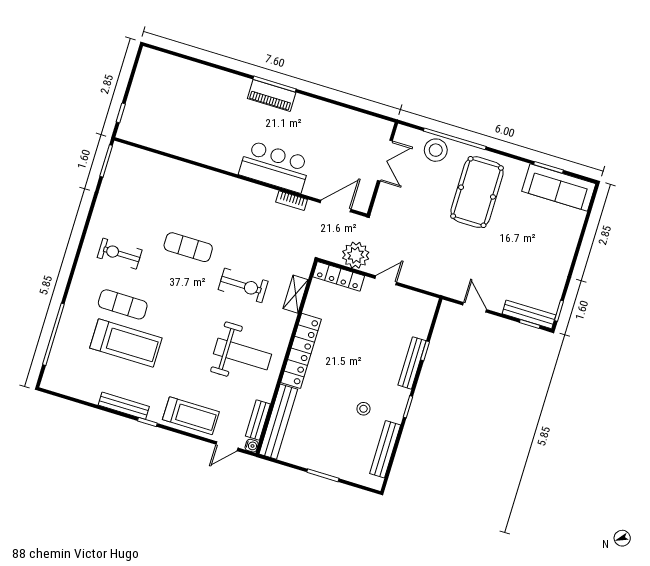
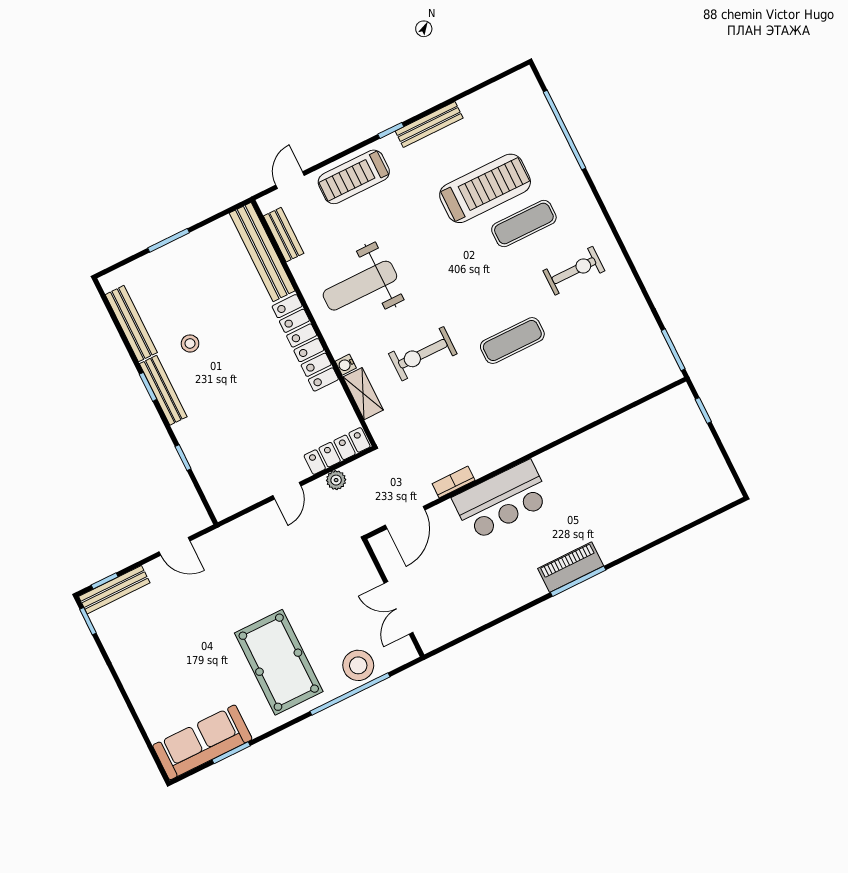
plant: (356, 255) -> (336, 480), width x0.53, depth x0.53
treadmill: (126, 343) -> (485, 188), turned 180
bench: (412, 363) -> (163, 390), moved
water cooler: (252, 446) -> (346, 365), moved

